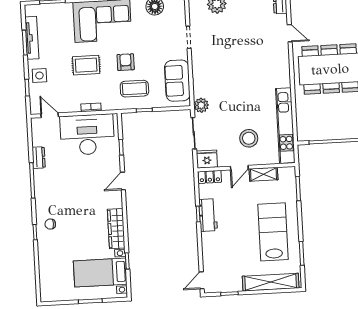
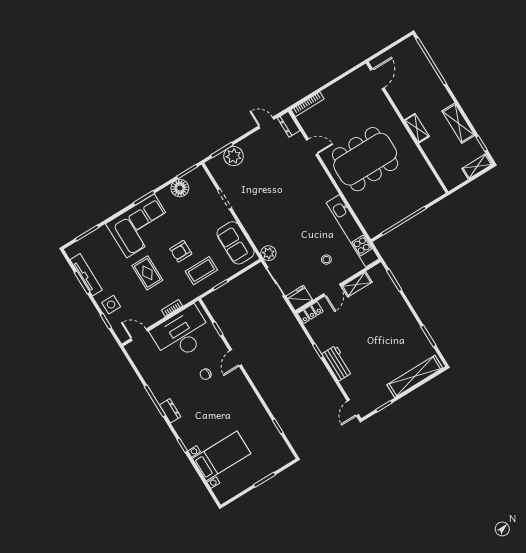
armchair: (126, 62) -> (181, 251), turned -90
rug: (86, 65) -> (147, 273), turned 90
stool: (249, 138) -> (326, 260), width x0.53, depth x0.53
dresser: (39, 158) -> (170, 411), moved
workbench: (208, 215) -> (337, 363), moved
chair: (50, 224) -> (206, 374), moved
wardrobe: (116, 229) -> (253, 403), removed
lab bench: (273, 232) -> (393, 331), removed
bed with nightstands: (100, 273) -> (222, 456), moved, turned 180

